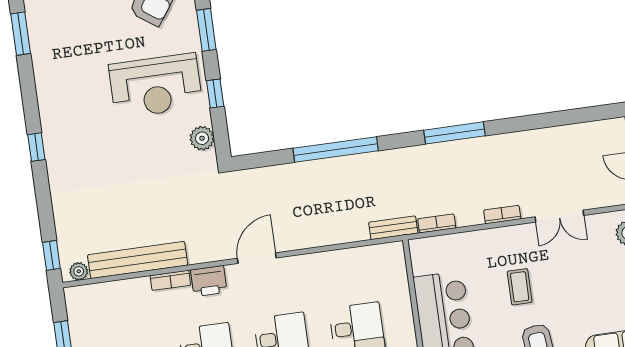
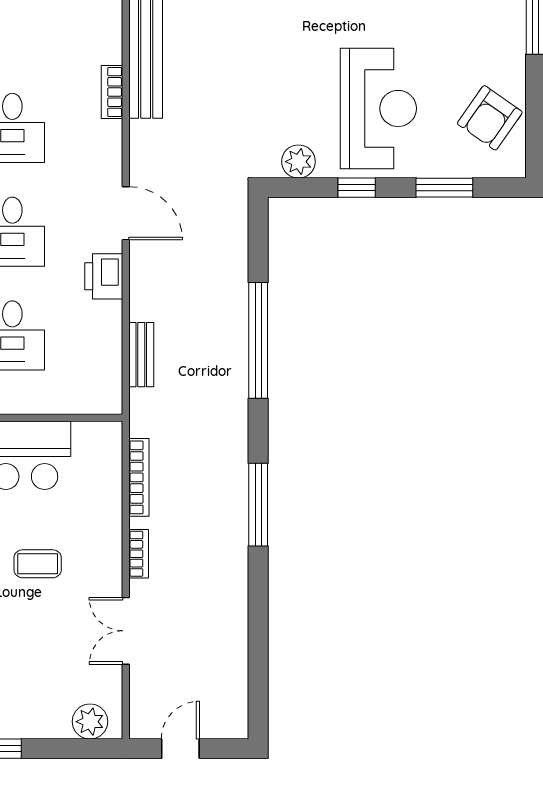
reception desk: (156, 86) -> (378, 108), turned 180
bookcase: (437, 223) -> (139, 477), width x1.56
bench: (393, 228) -> (141, 355), moved
printer: (209, 281) -> (104, 276), moved

